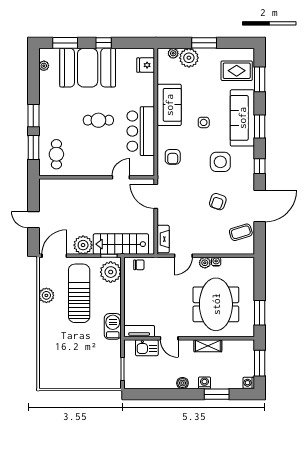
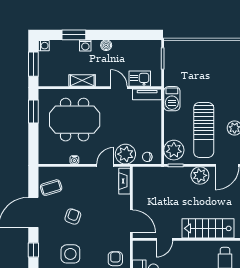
stairs: (121, 244) -> (208, 228), moved, turned 180
plant: (205, 263) -> (125, 154), moved, width x1.87, depth x1.87
meeting table: (216, 304) -> (75, 120), turned 90

